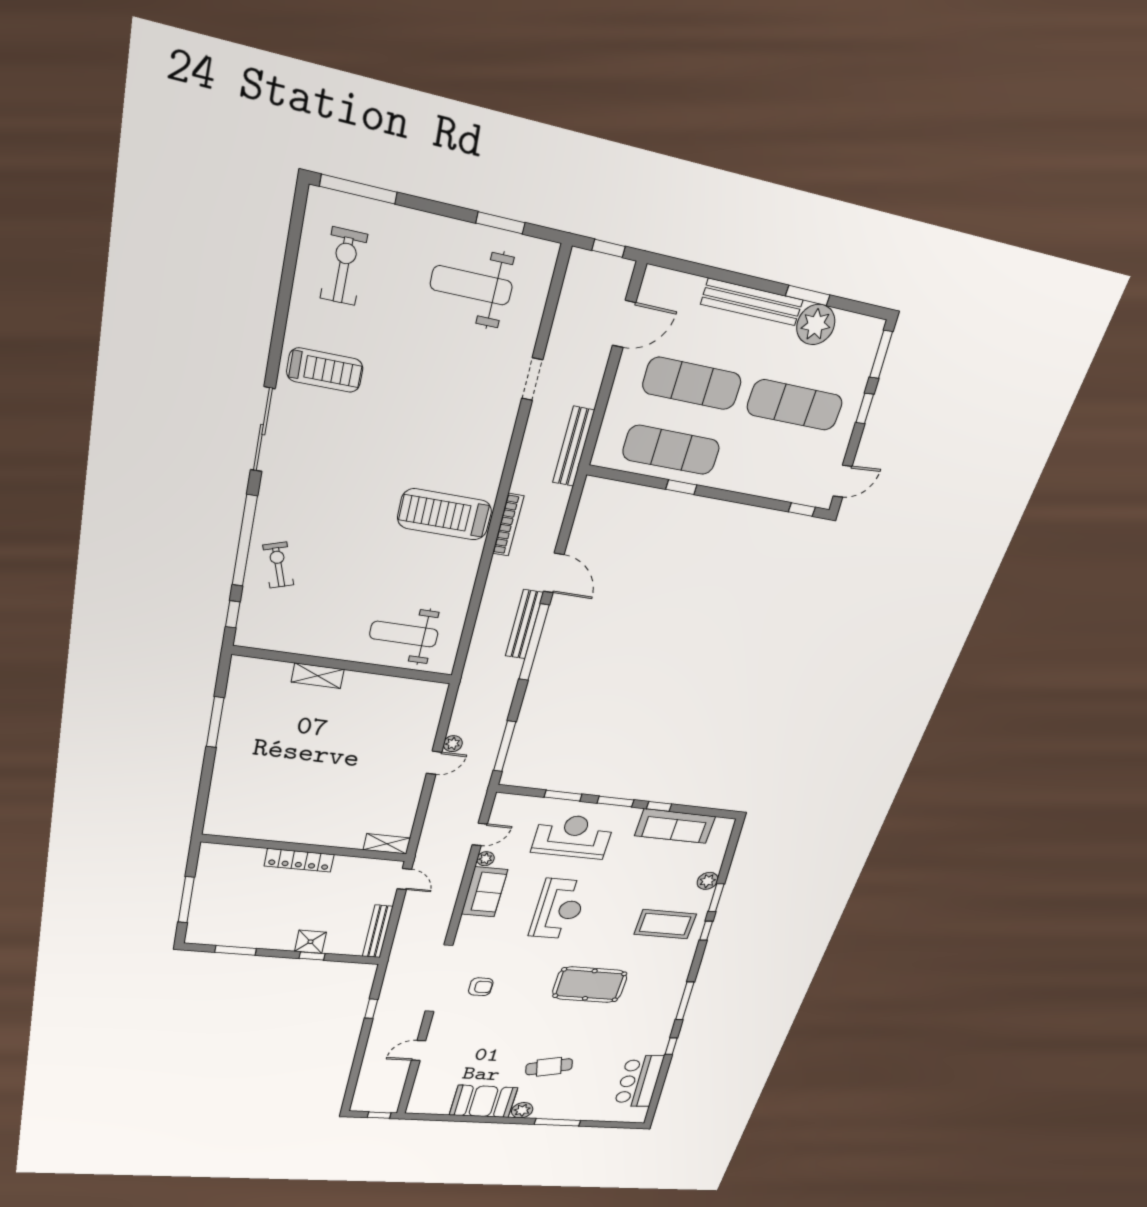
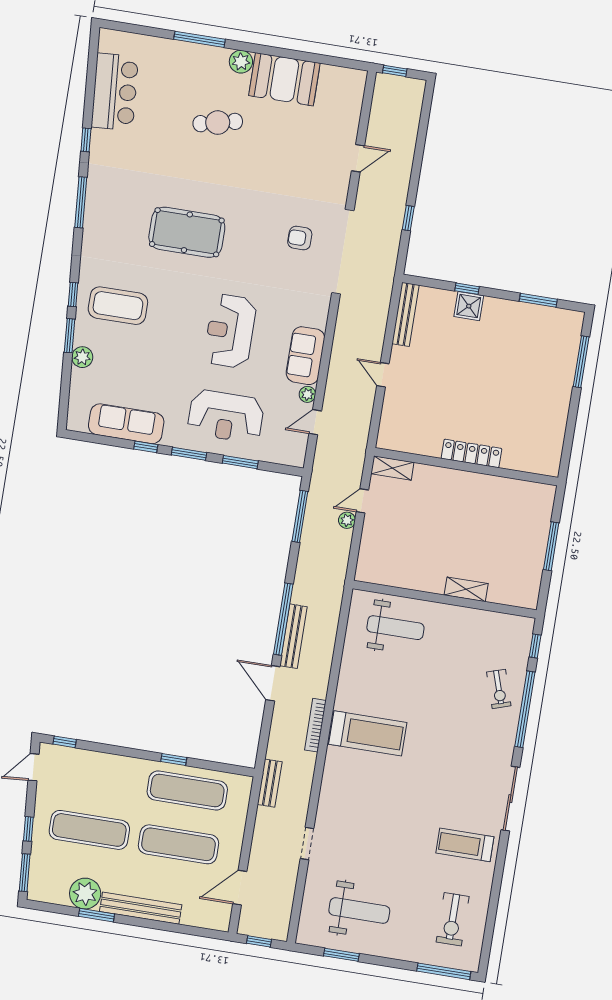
bench: (573, 446) -> (270, 783), width x0.73
shelving: (387, 844) -> (392, 468), moved
wall: (305, 848) -> (466, 467), moved
locker: (299, 860) -> (471, 453), moved

